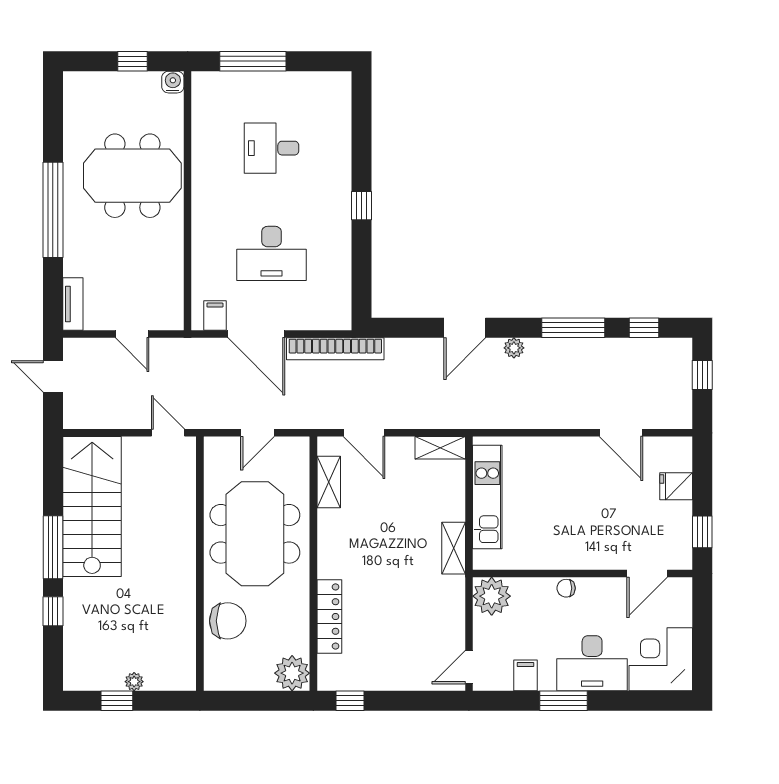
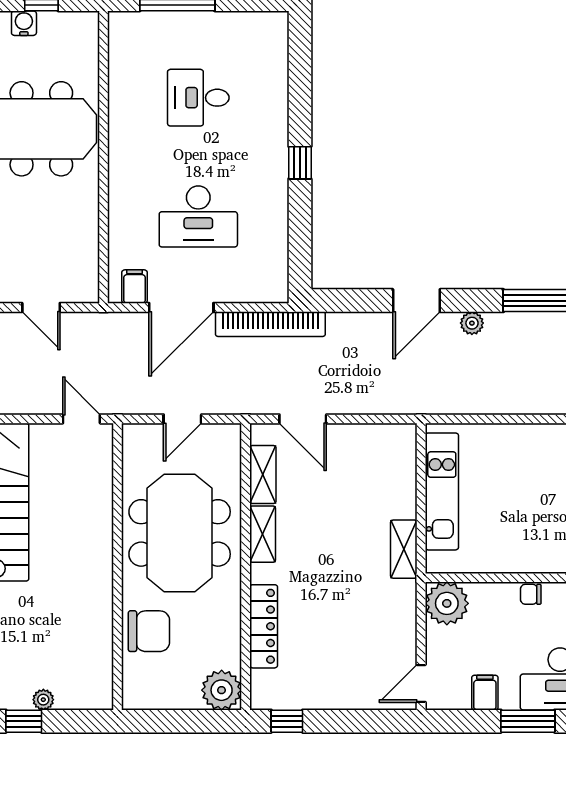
water cooler: (173, 82) -> (24, 23), moved
door: (256, 334) -> (181, 307), hinge flipped
shelving: (440, 448) -> (263, 534), moved, turned 90

